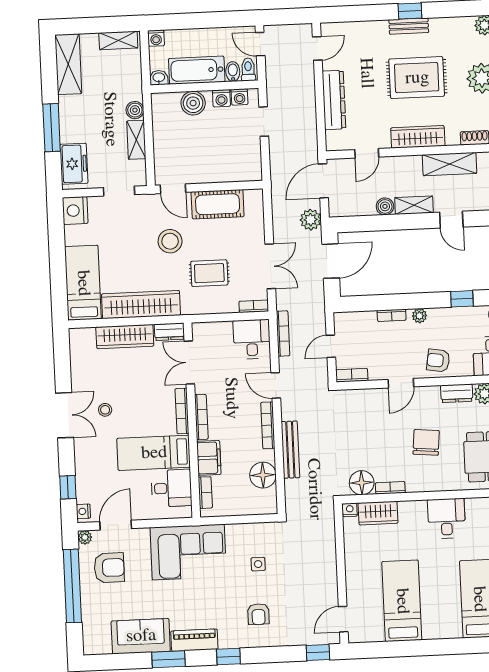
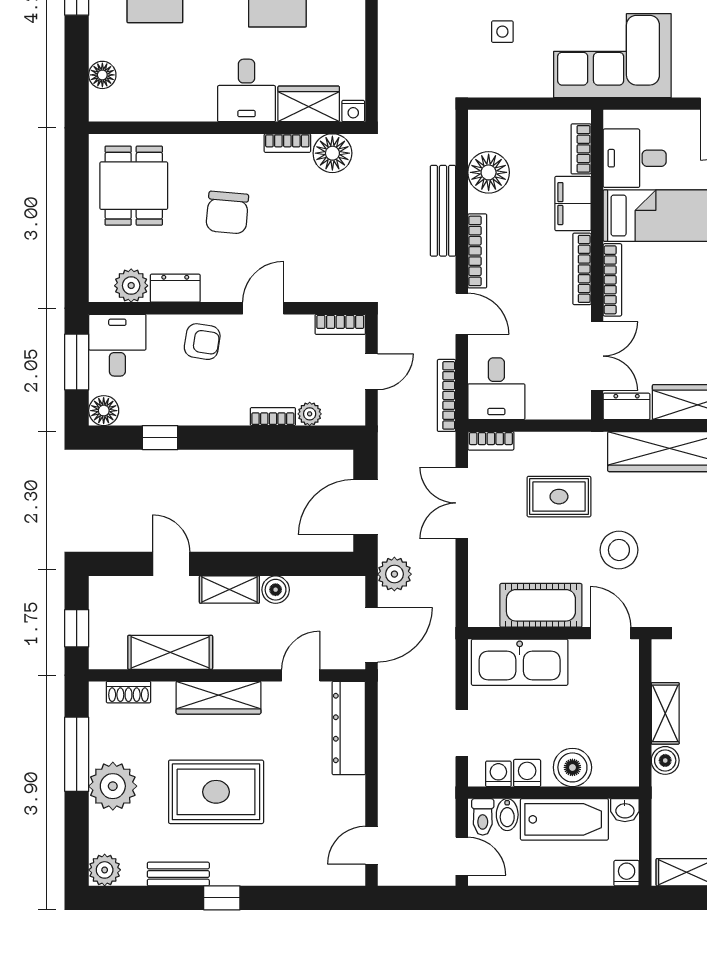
bench: (409, 26) -> (178, 874), moved
dresser: (334, 100) -> (349, 728), moved
kitchen sink: (229, 168) -> (520, 662), added
plant: (419, 316) -> (310, 414), moved
desk: (446, 518) -> (247, 90), moved

